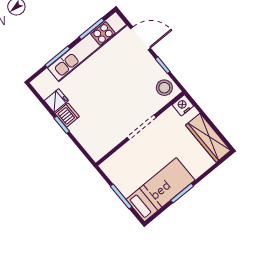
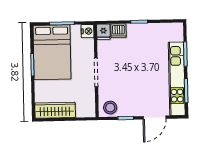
fridge: (56, 101) -> (103, 32), moved
nightstand: (183, 105) -> (88, 31), moved
dishwasher: (67, 115) -> (118, 31), moved
bed: (160, 190) -> (52, 52), width x1.50

